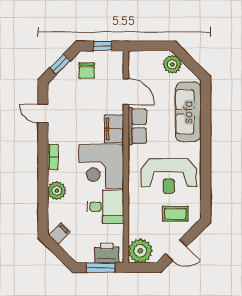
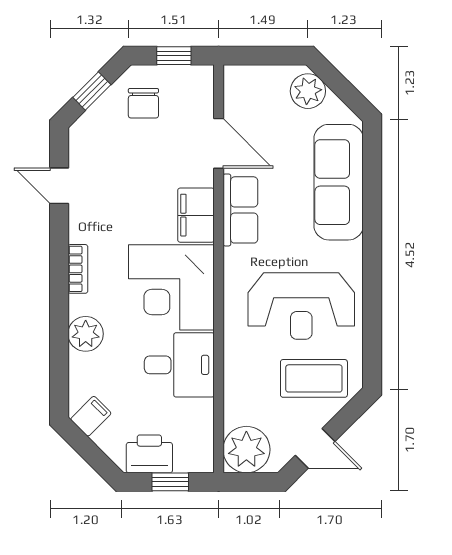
coffee table: (175, 214) -> (314, 378), width x1.36, depth x1.30
printer: (107, 253) -> (149, 454), moved
window: (101, 268) -> (170, 482), width x0.67

